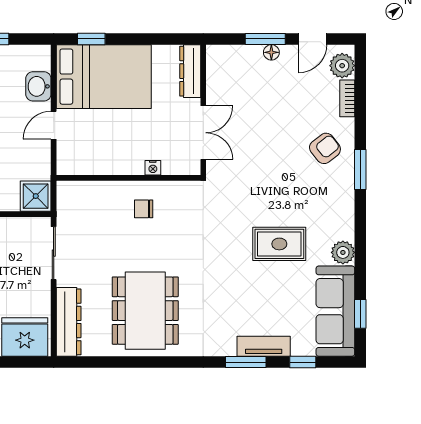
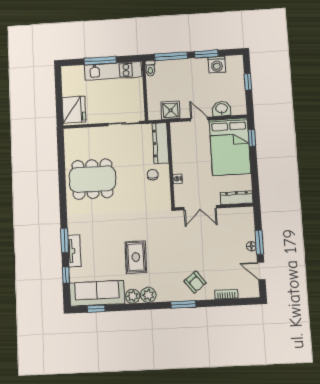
plant: (342, 66) -> (148, 295), moved
shower: (36, 196) -> (170, 110), moved
dresser: (69, 322) -> (160, 143), moved, turned 90

